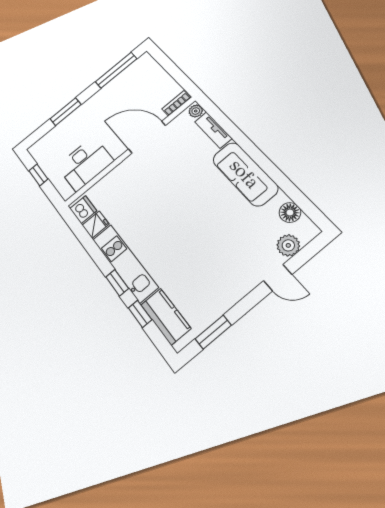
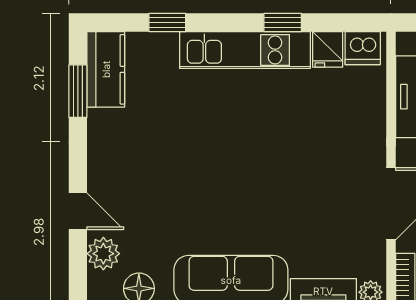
door: (278, 278) -> (78, 211), swing flipped
window: (117, 283) -> (283, 22), moved
kitchen counter: (166, 317) -> (106, 69), moved, turned -90

